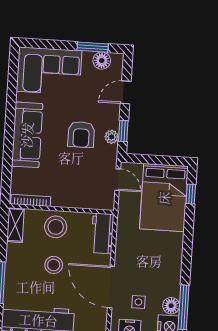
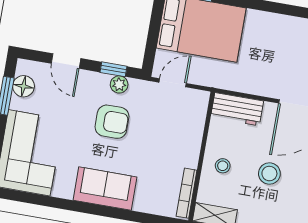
sofa: (27, 135) -> (105, 189), width x0.73
stool: (56, 227) -> (223, 166), width x0.53, depth x0.53

